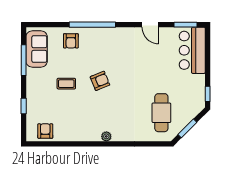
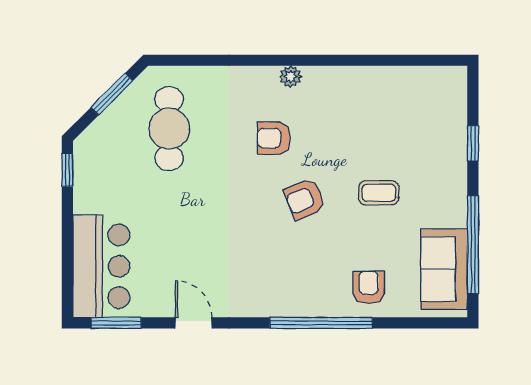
window: (24, 60) -> (473, 245), width x1.46
armchair: (45, 131) -> (274, 138), moved, turned 90

